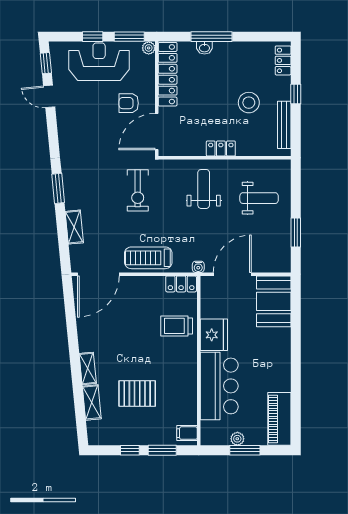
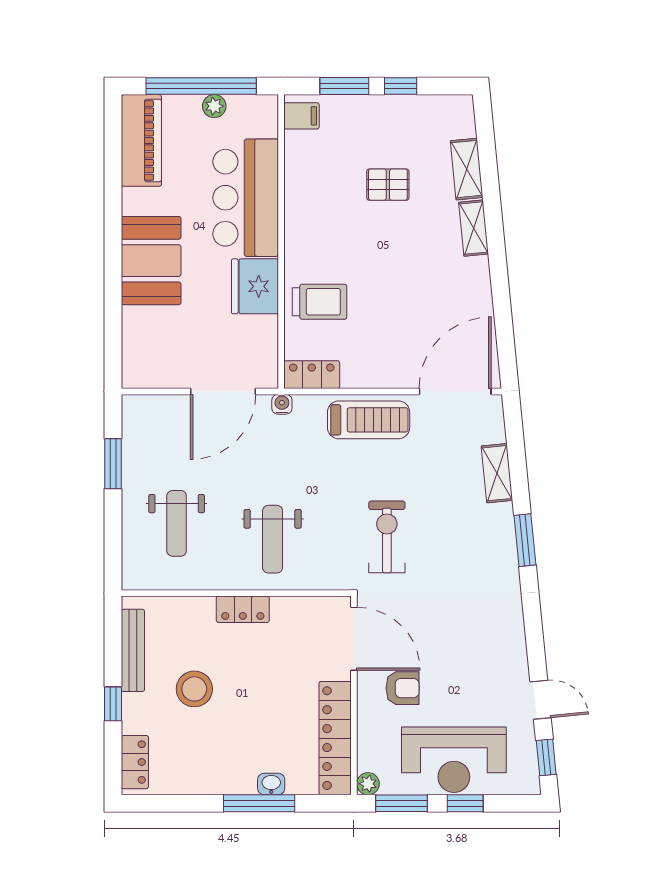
door: (157, 132) -> (354, 639), hinge flipped
weight bench: (259, 198) -> (177, 523), turned -90
booth: (274, 301) -> (151, 261), moved
pallet: (137, 393) -> (388, 185), width x0.67, depth x0.71
window: (245, 450) -> (201, 86), width x2.11

